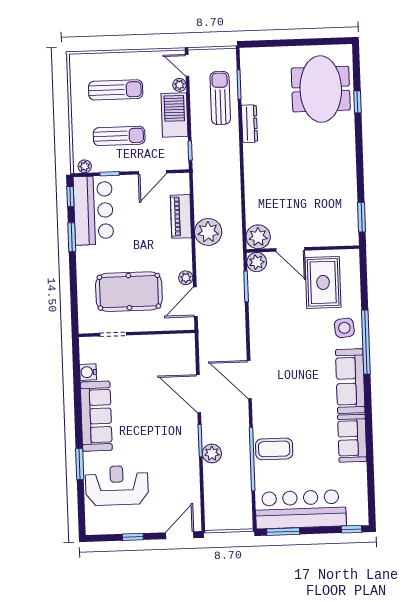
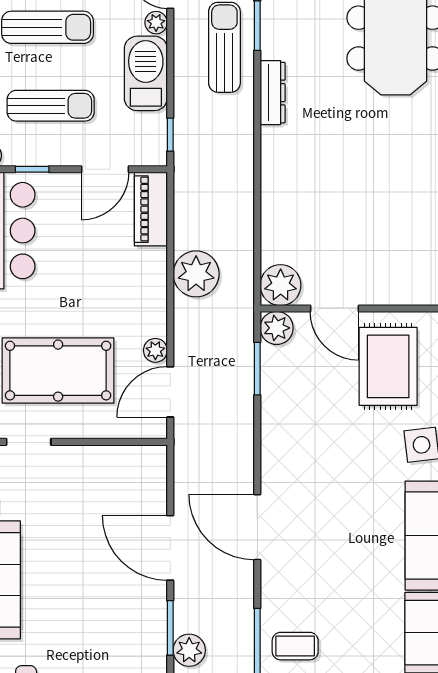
piano: (181, 216) -> (151, 209), moved
coffee table: (274, 449) -> (295, 646), width x0.73, depth x0.77

